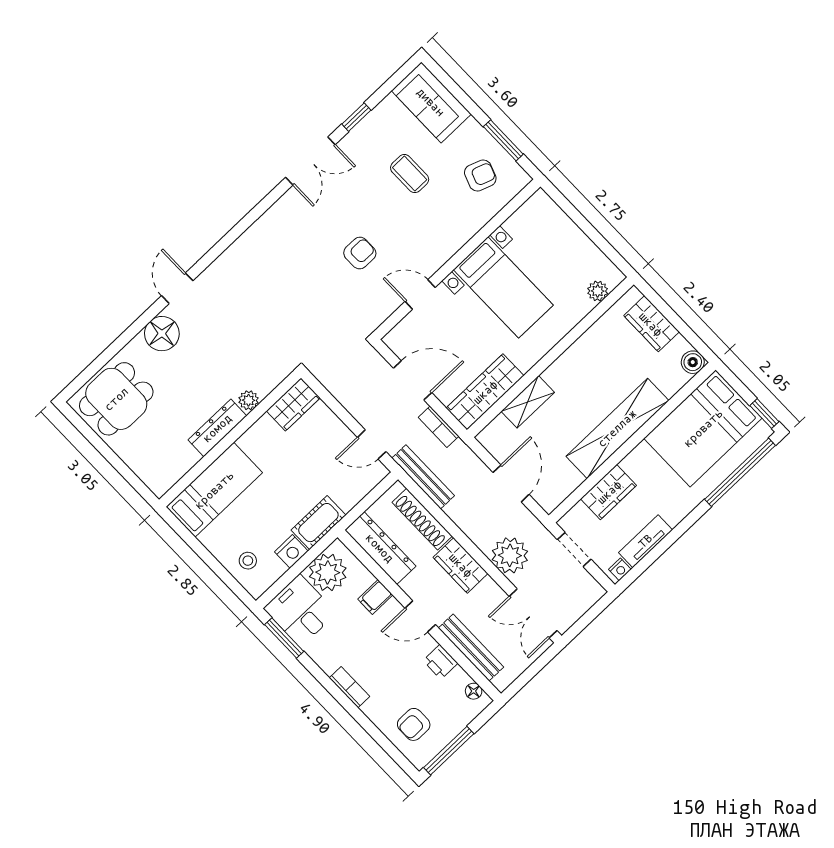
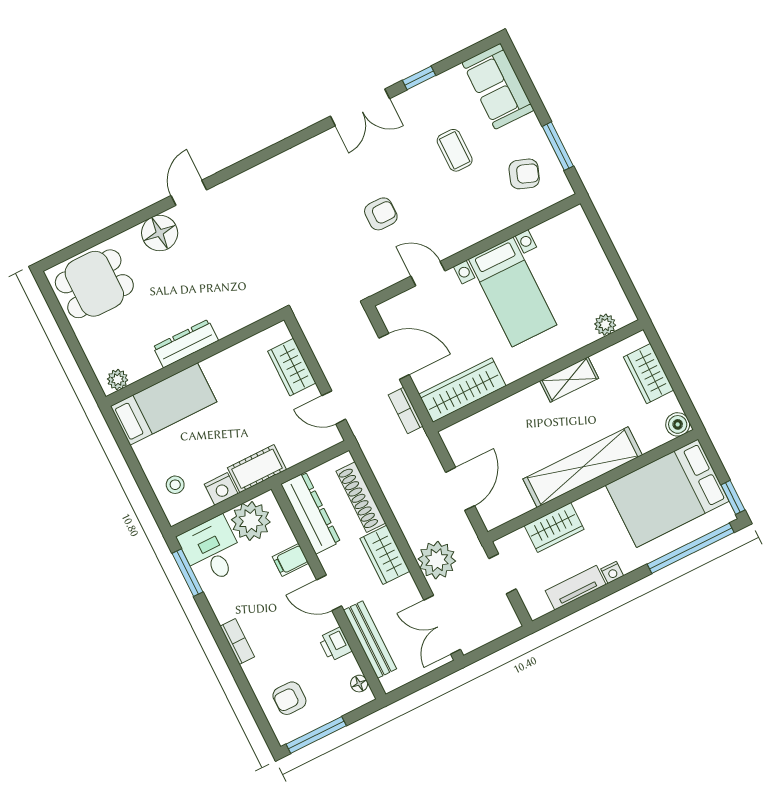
plant: (249, 400) -> (118, 380), moved
shelving: (528, 402) -> (569, 380), moved
wardrobe: (293, 404) -> (292, 367), moved, turned 90
bench: (423, 477) -> (375, 455), removed
nightstand: (620, 569) -> (612, 572), moved

